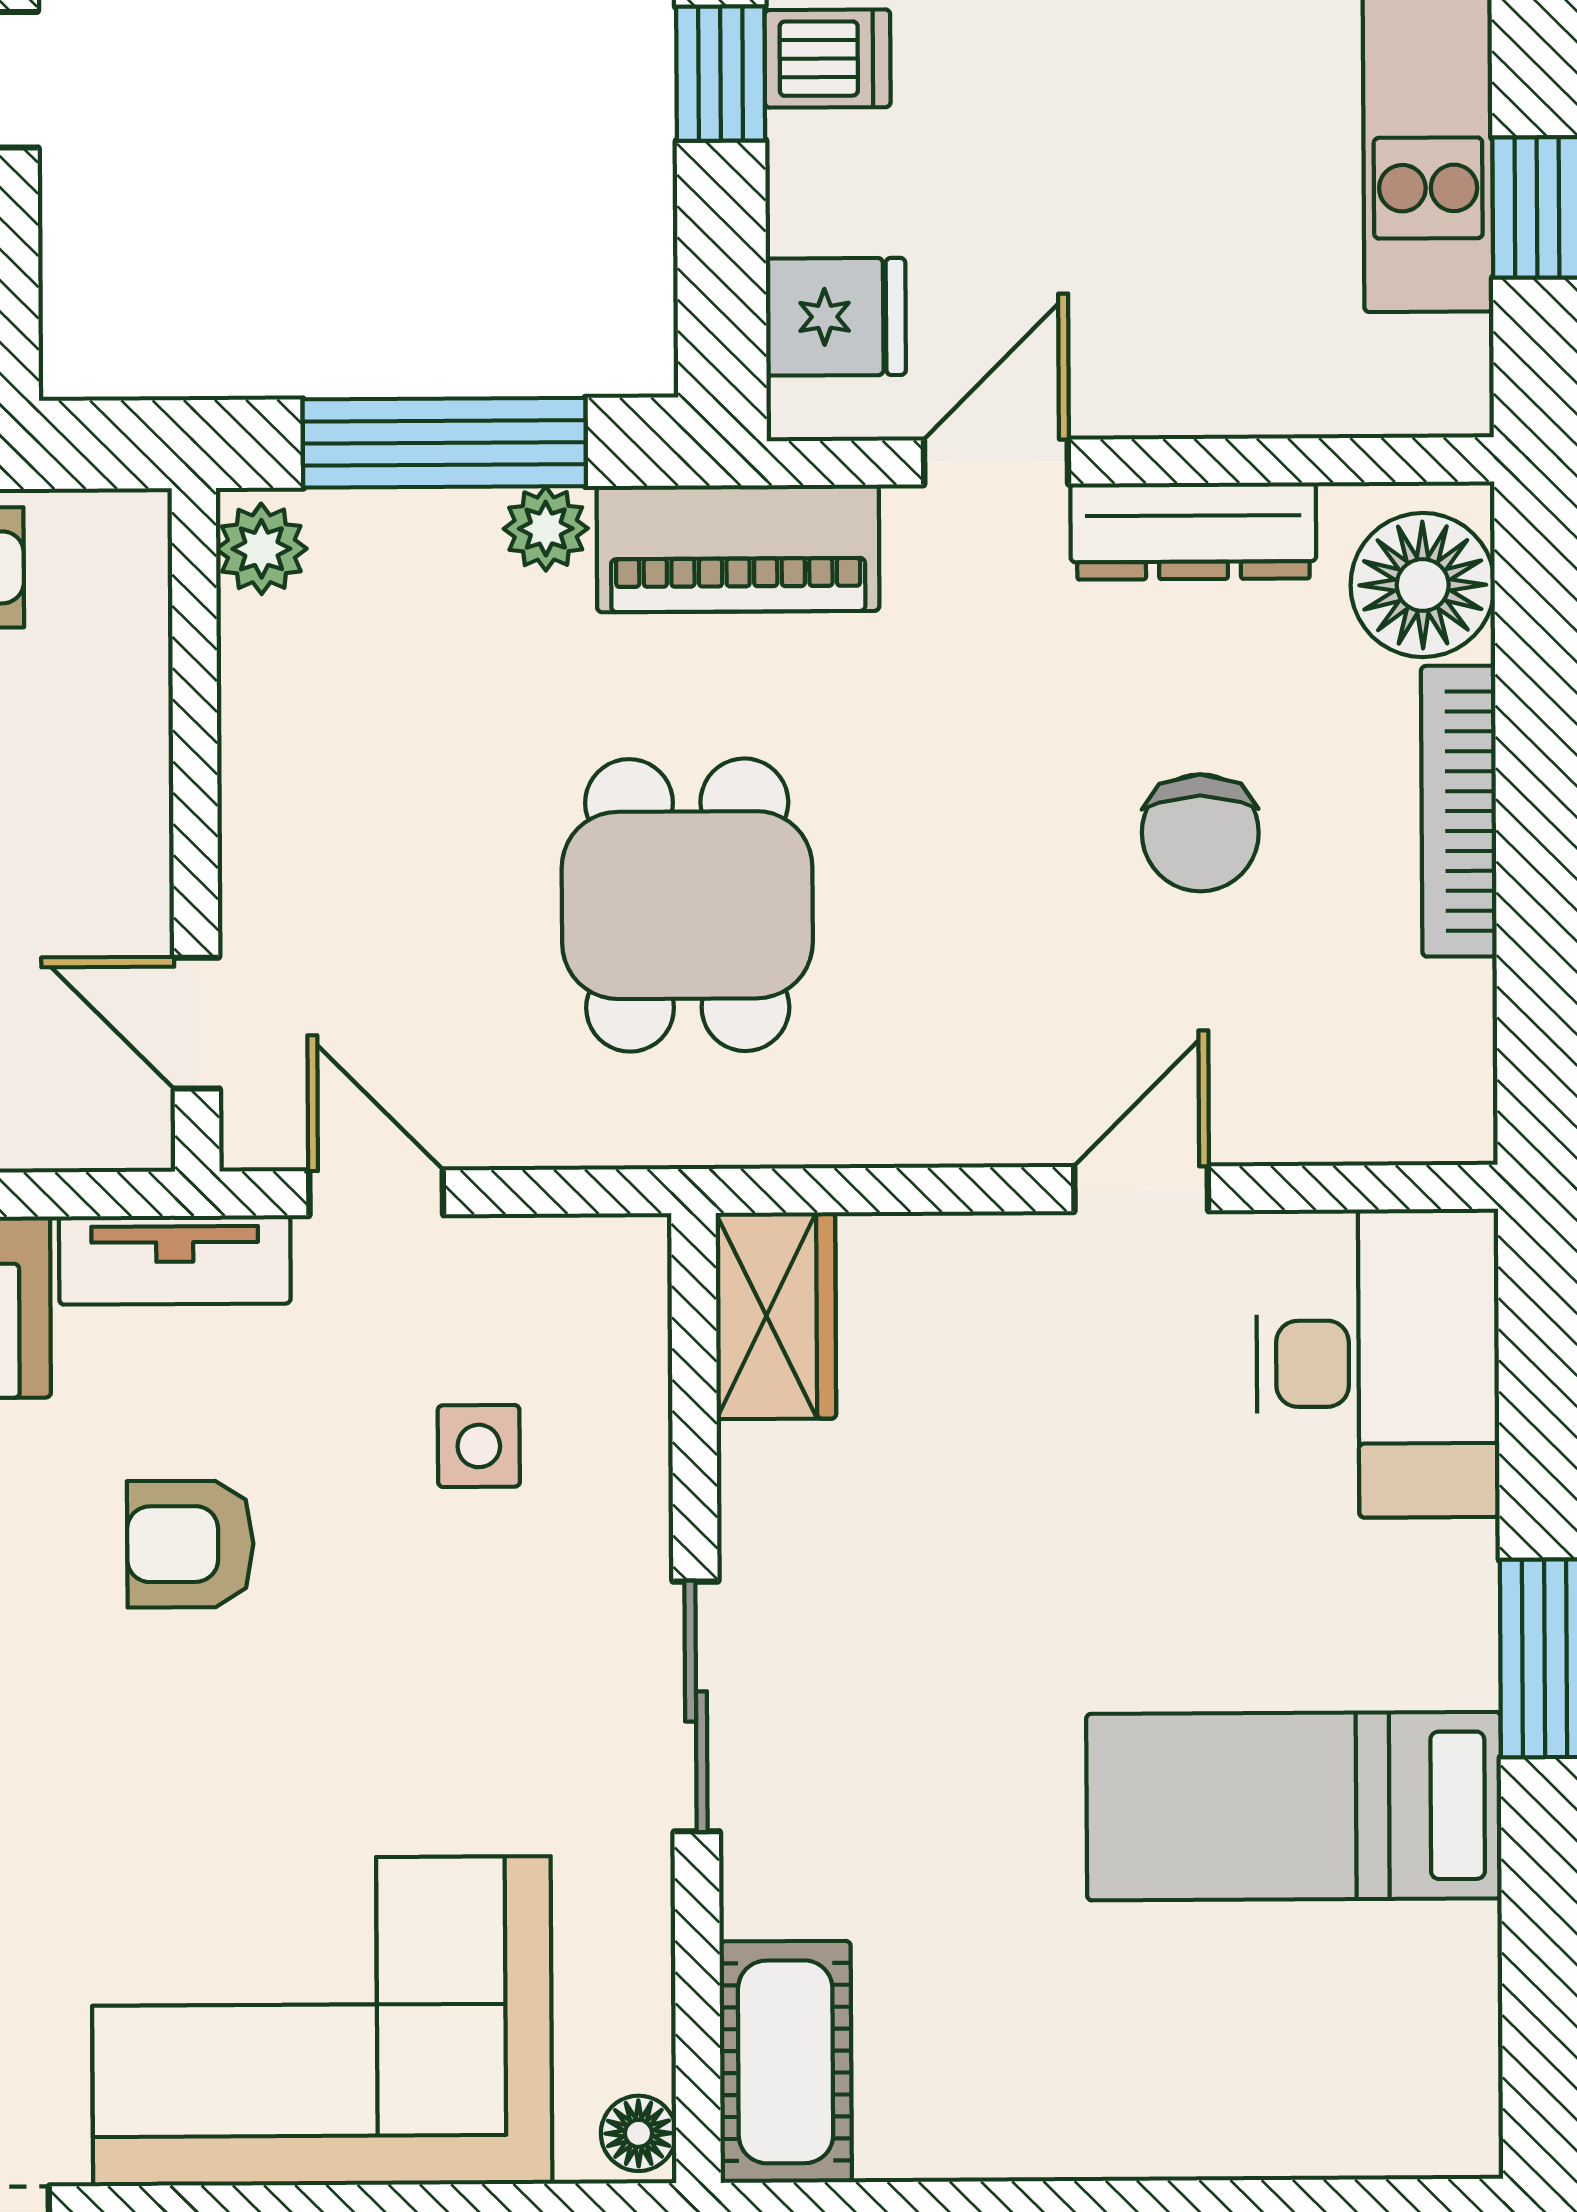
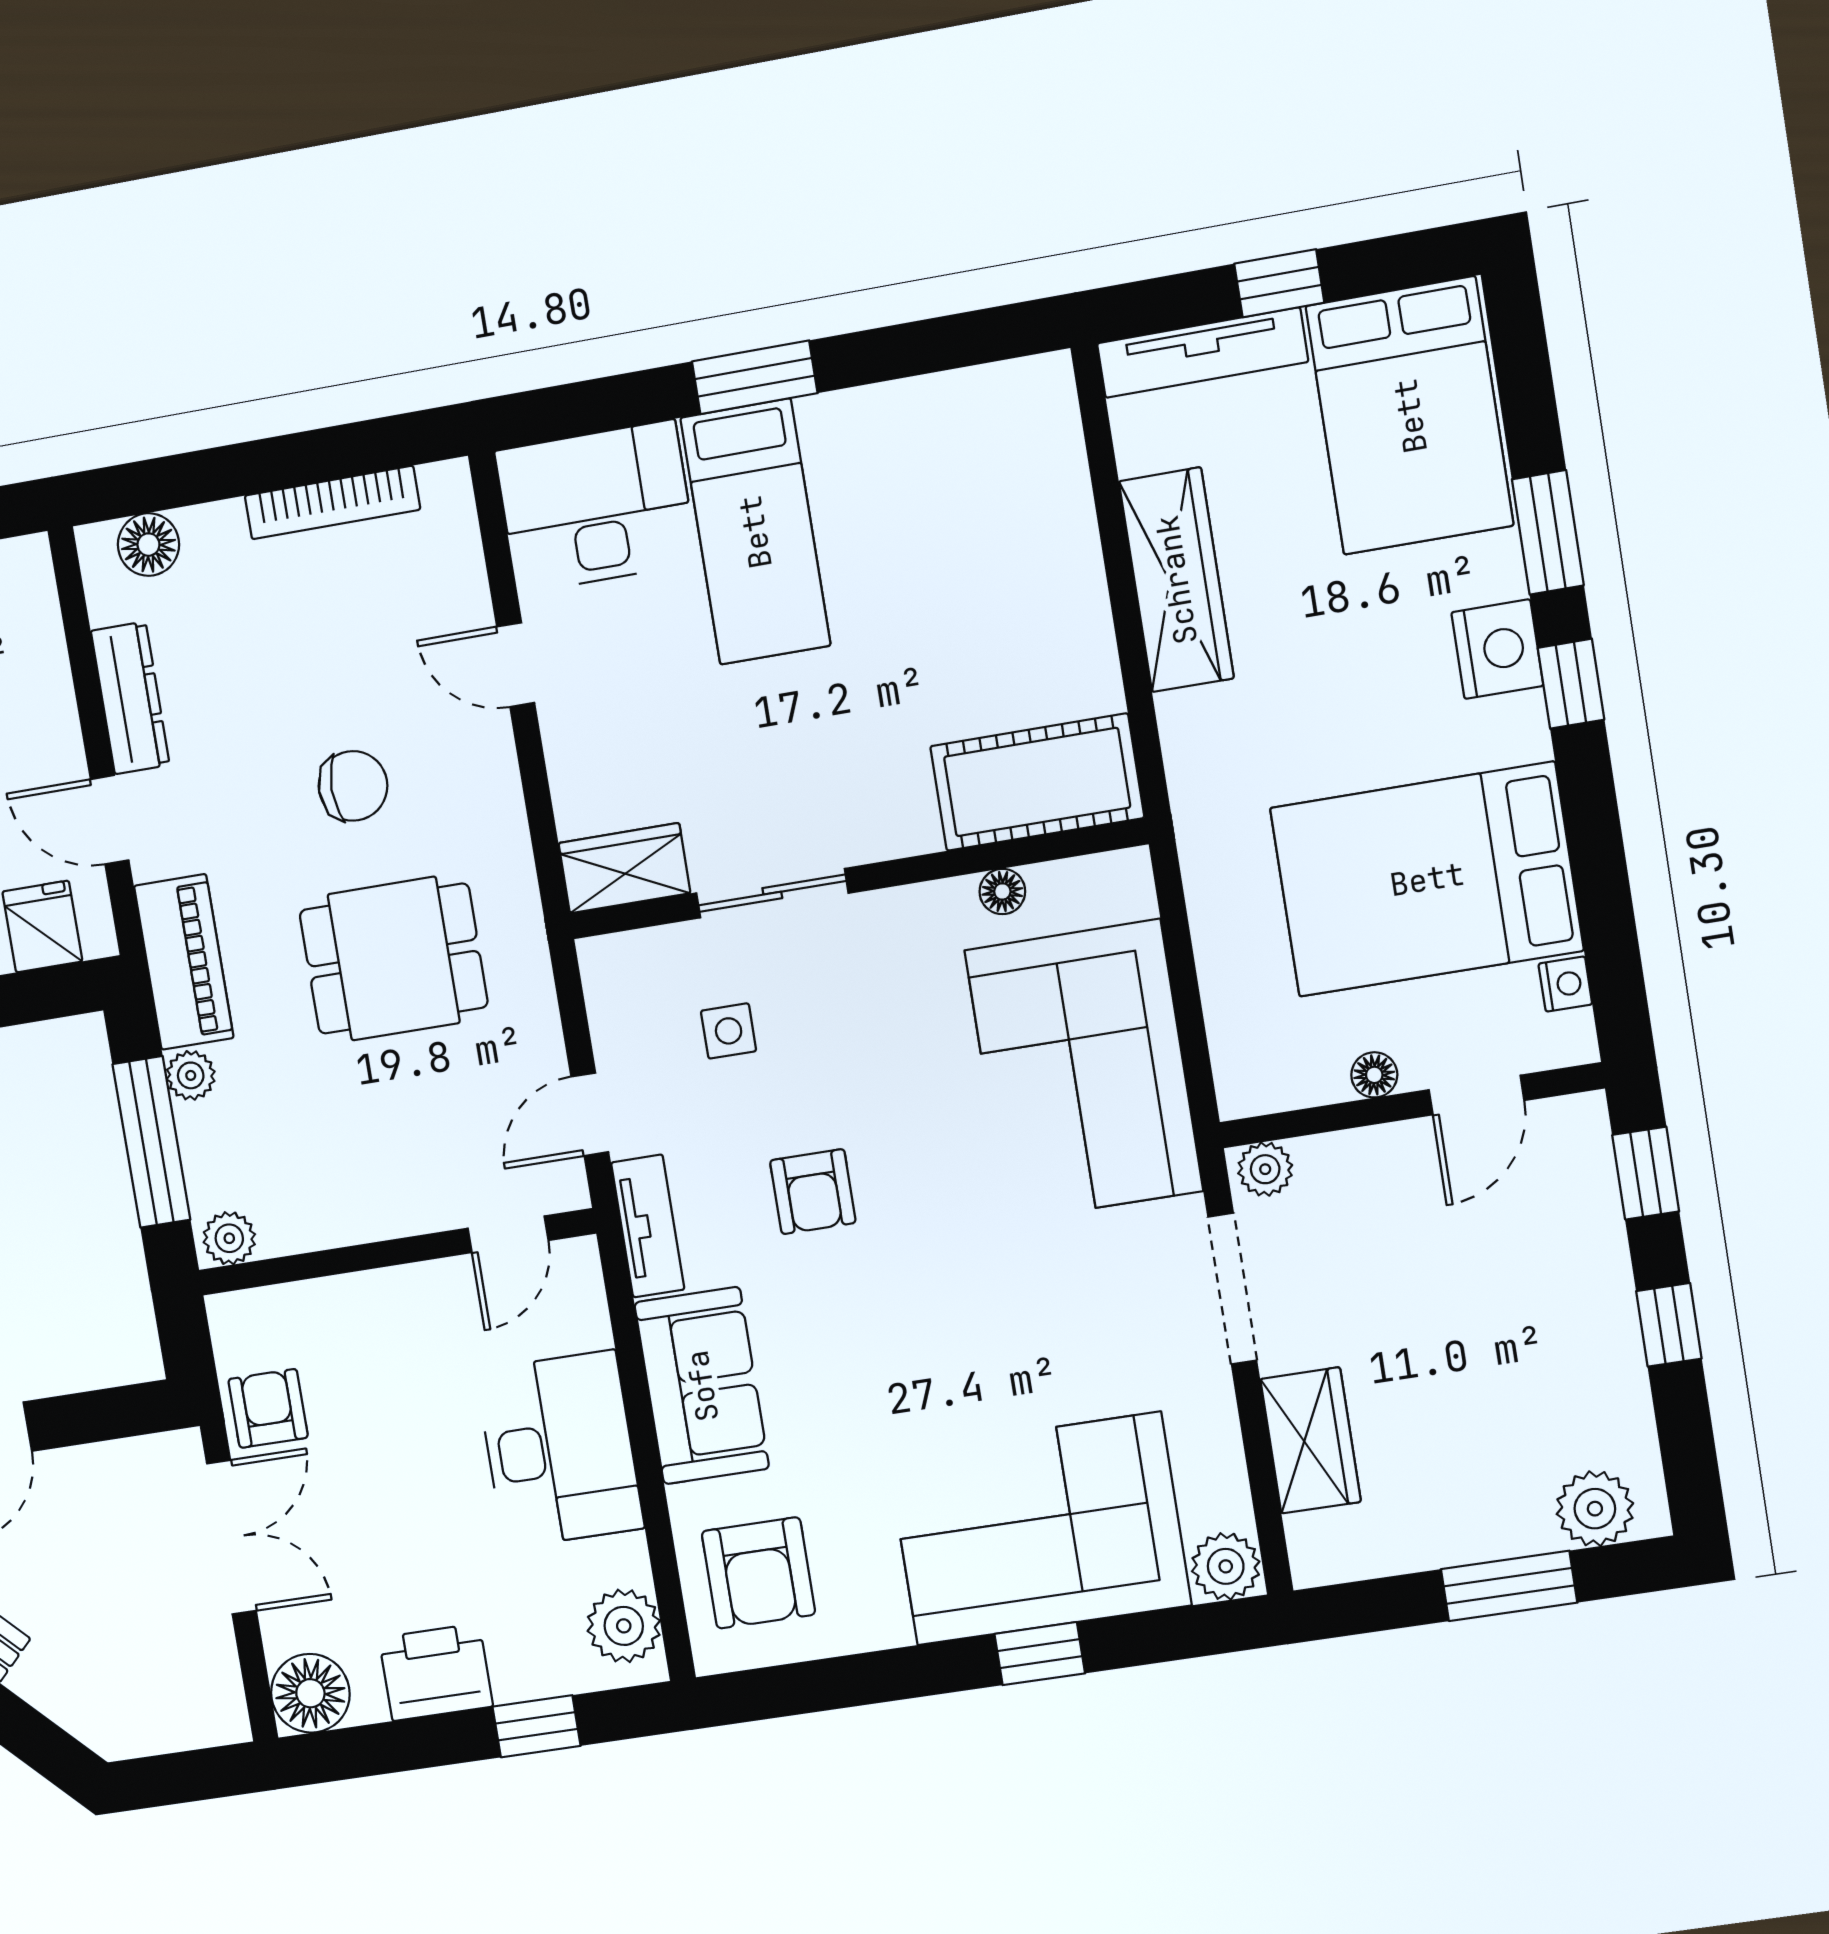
floor lamp: (1423, 585) -> (148, 545), width x0.73, depth x0.73
bookcase: (1459, 811) -> (332, 503), moved
chair: (1200, 833) -> (353, 786), moved
sliding door: (696, 1706) -> (772, 893), moved
bed: (1294, 1806) -> (755, 532), moved
cot: (786, 2062) -> (1037, 782), width x1.37, depth x1.34
floor lamp: (639, 2133) -> (1002, 891), moved

